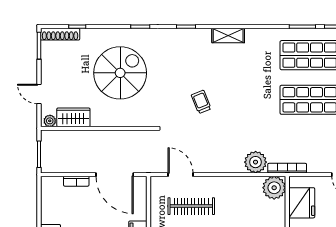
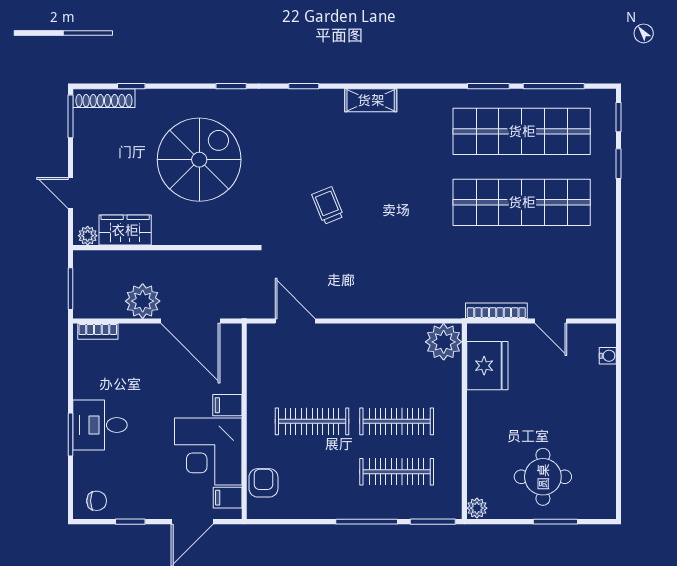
plant: (256, 162) -> (143, 301), moved
bookcase: (287, 168) -> (496, 311), moved
bookcase: (76, 181) -> (98, 331), moved
clothes rail: (191, 206) -> (312, 371), removed

